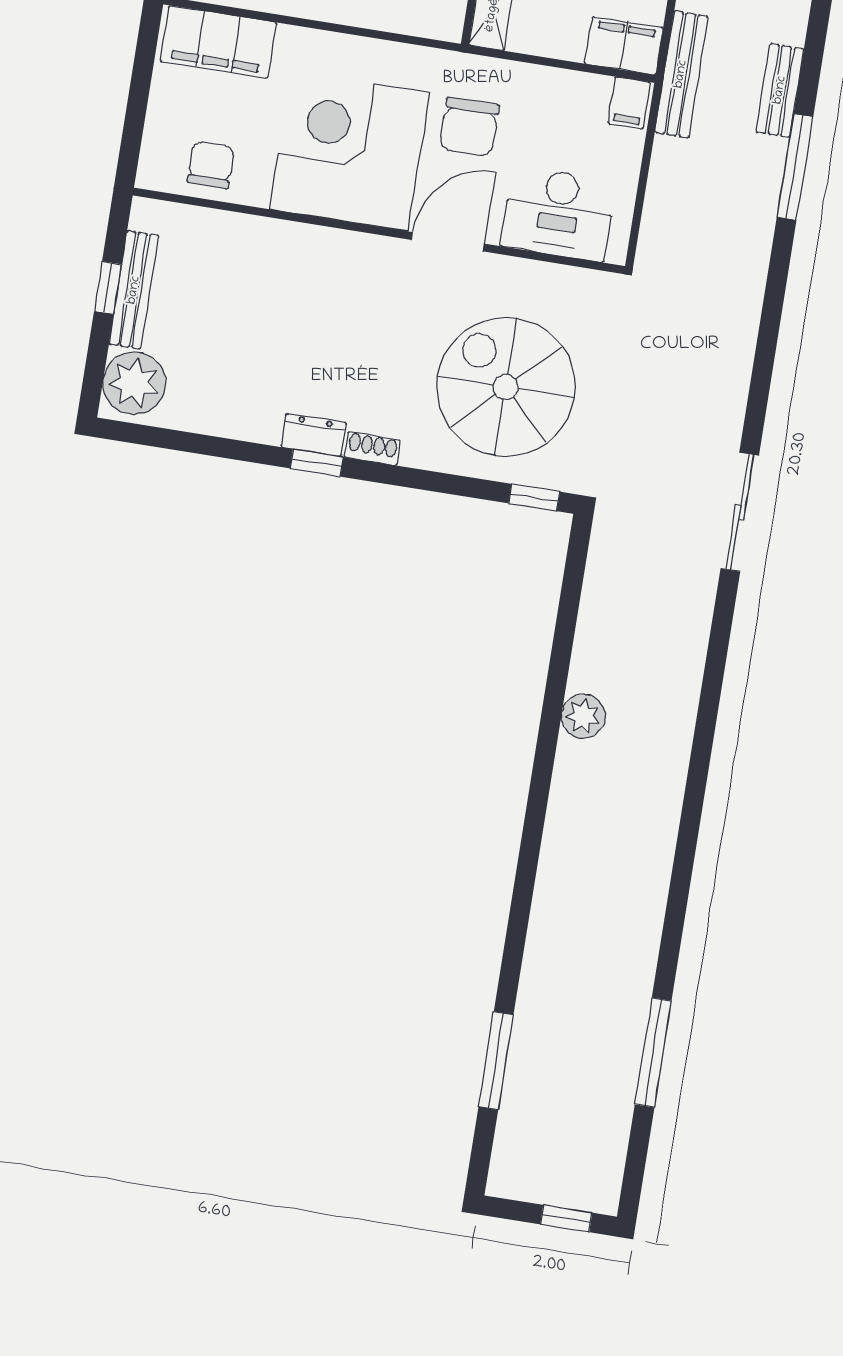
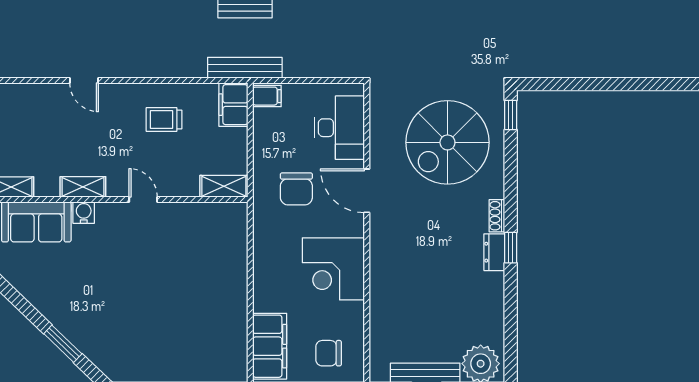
chair: (469, 127) -> (296, 189), turned 90
corner desk: (350, 151) -> (333, 269), width x0.74, depth x0.74
chair: (211, 165) -> (329, 353), moved
plant: (583, 716) -> (636, 65), removed

